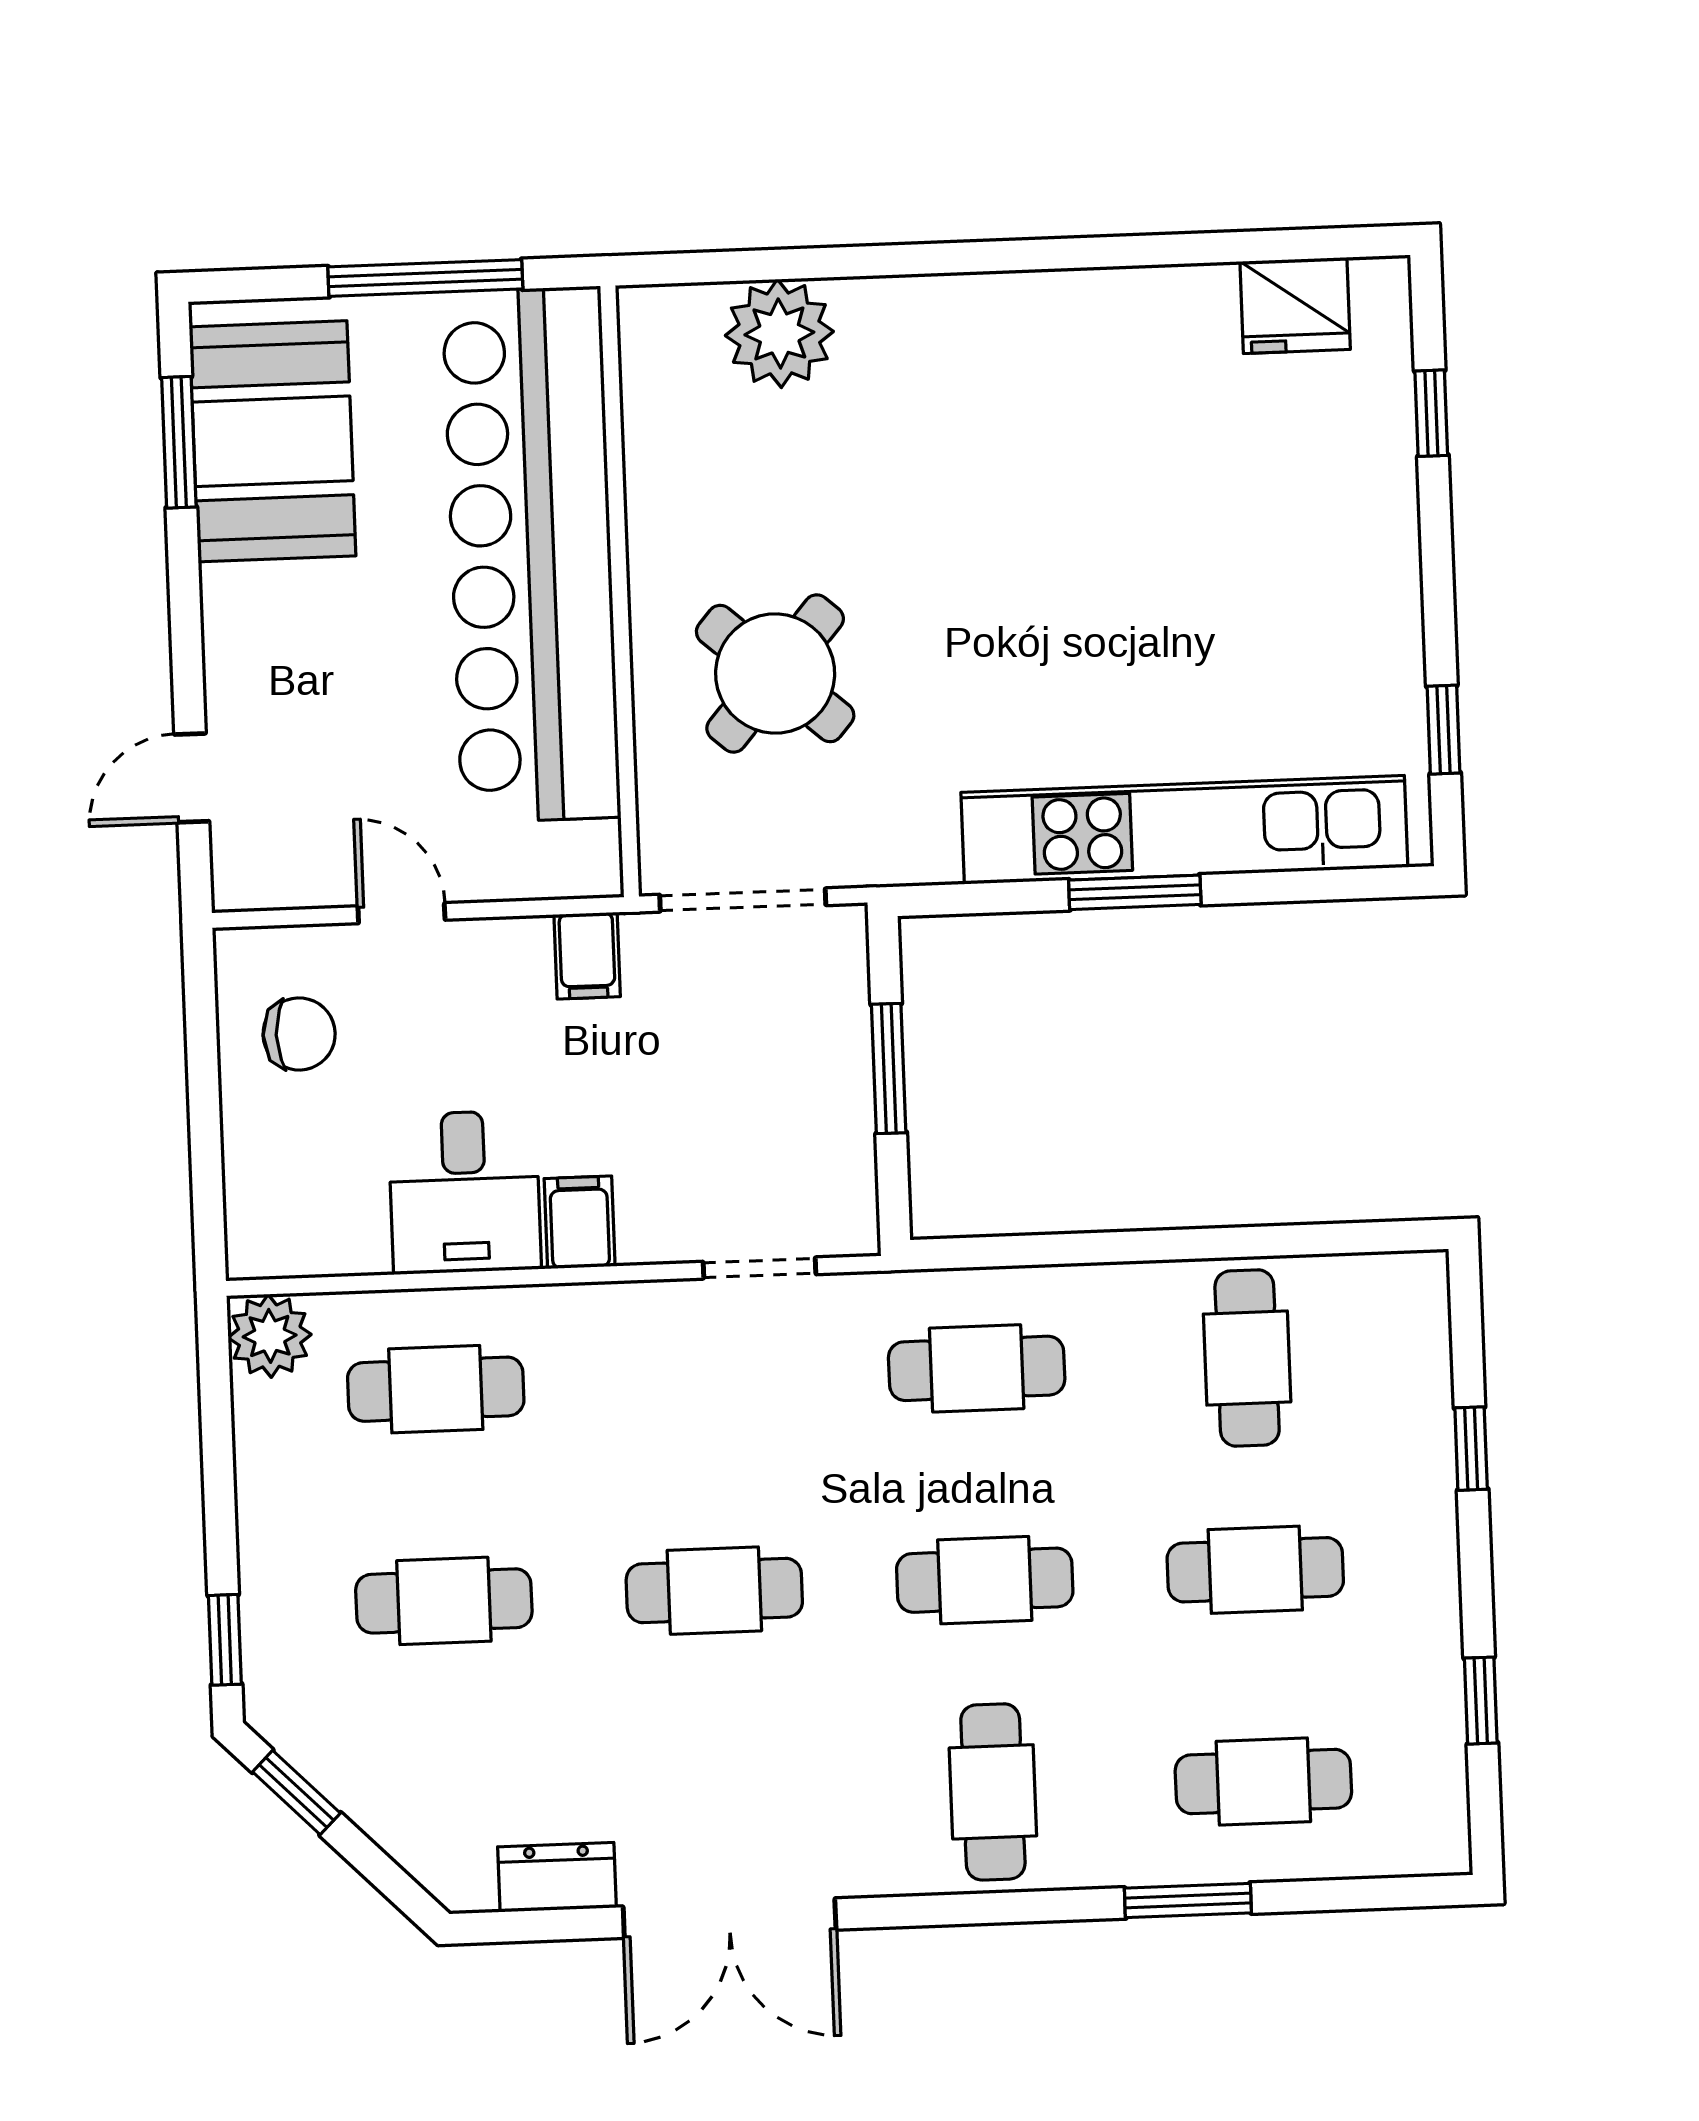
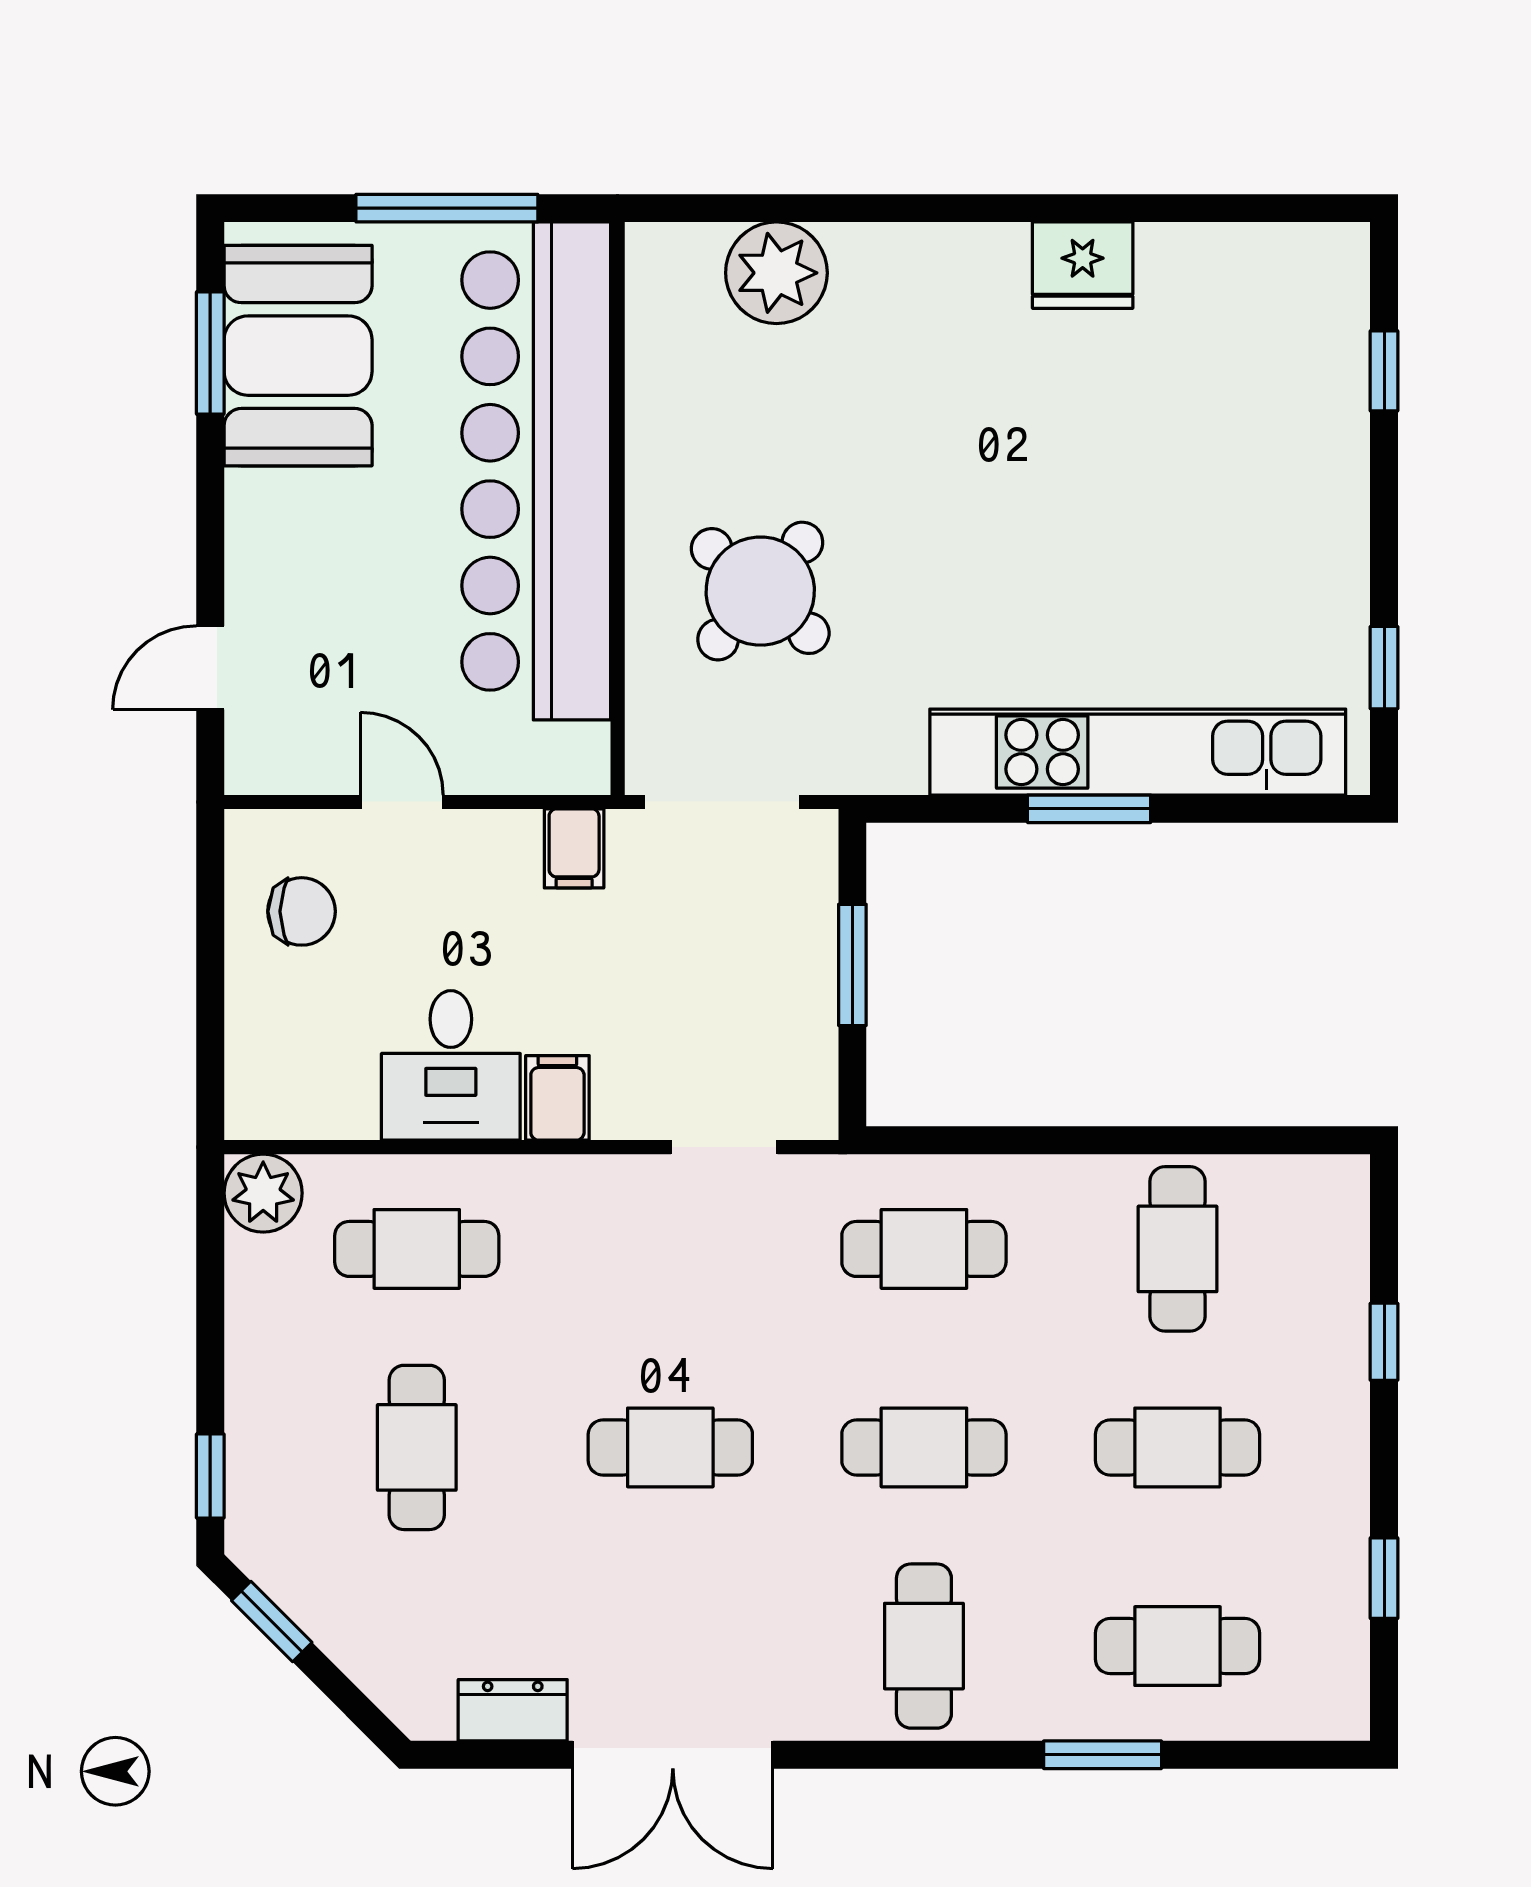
fridge: (1295, 305) -> (1083, 265), moved
cafe table: (444, 1601) -> (417, 1447), turned 90

